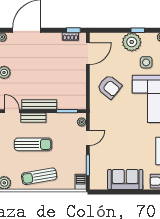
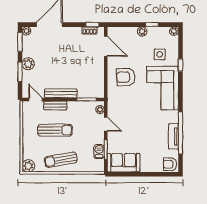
plant: (132, 42) -> (142, 31), width x0.53, depth x0.53
door: (88, 54) -> (106, 46), hinge flipped
armchair: (109, 87) -> (126, 77), turned 139
door: (88, 138) -> (106, 124), hinge flipped
sofa: (125, 179) -> (123, 163), moved
barbecue: (81, 182) -> (99, 152), moved

